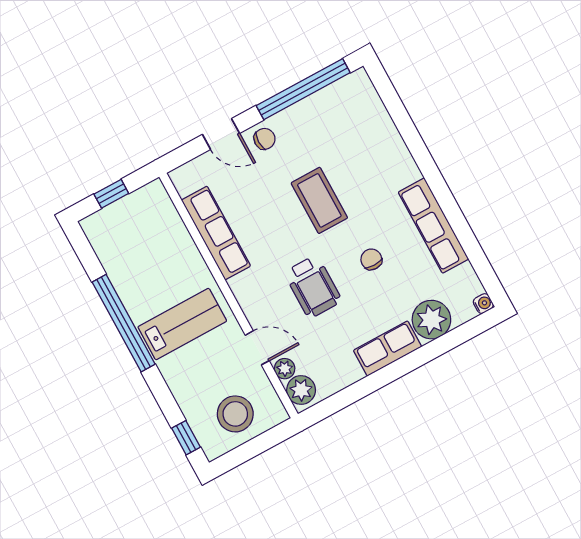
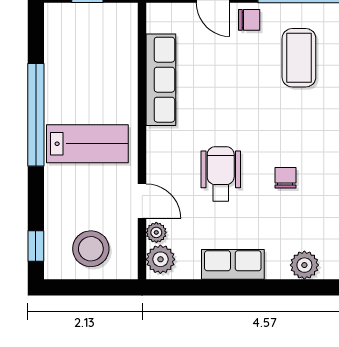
coffee table: (319, 200) -> (299, 58), moved
wheelchair: (313, 287) -> (221, 174), turned 180
plant: (431, 320) -> (304, 265), width x0.73, depth x0.73
row of seats: (388, 349) -> (233, 264), moved

